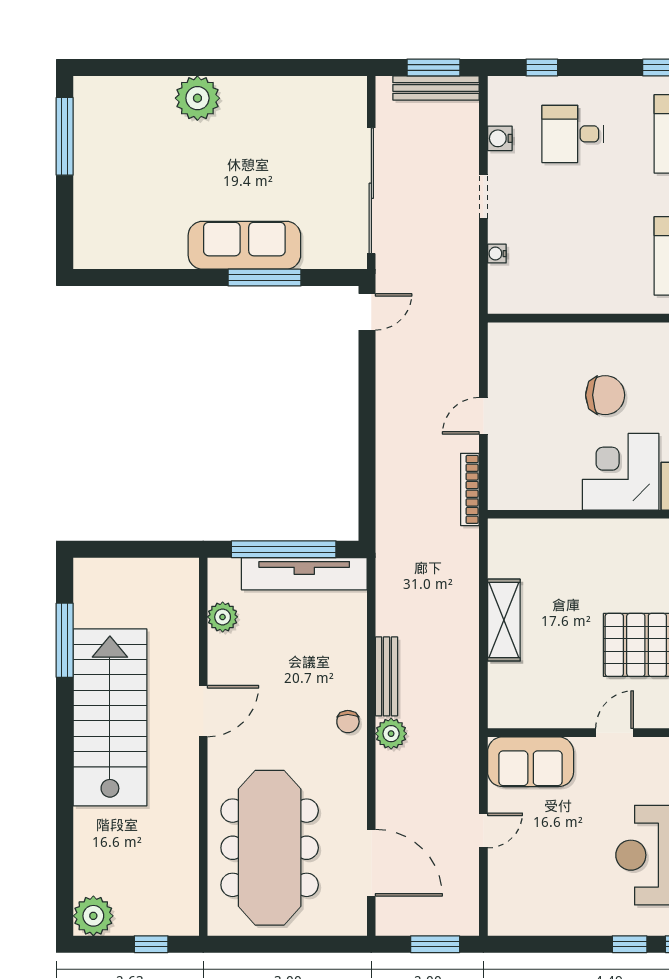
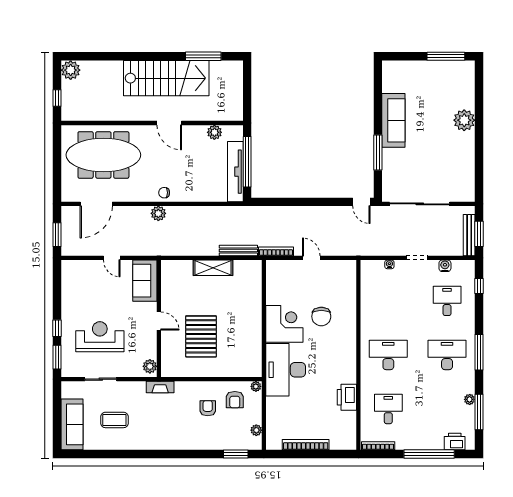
sofa: (244, 245) -> (393, 120), moved
bench: (387, 676) -> (238, 251), moved

